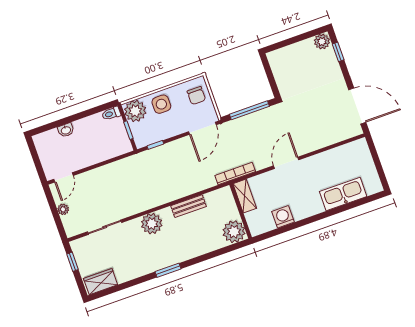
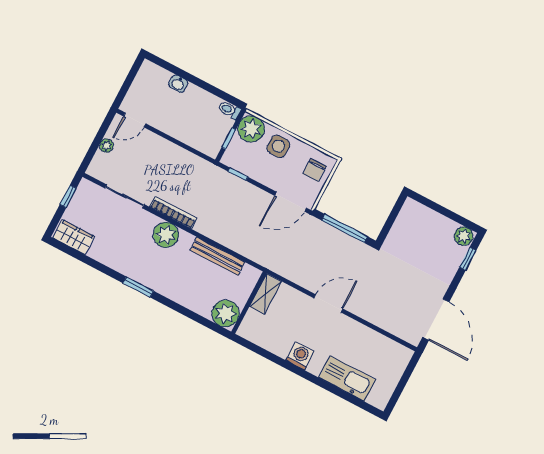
bookcase: (235, 174) -> (173, 213), moved
bench: (188, 206) -> (217, 256), width x1.36
washing machine: (283, 217) -> (300, 356), moved

